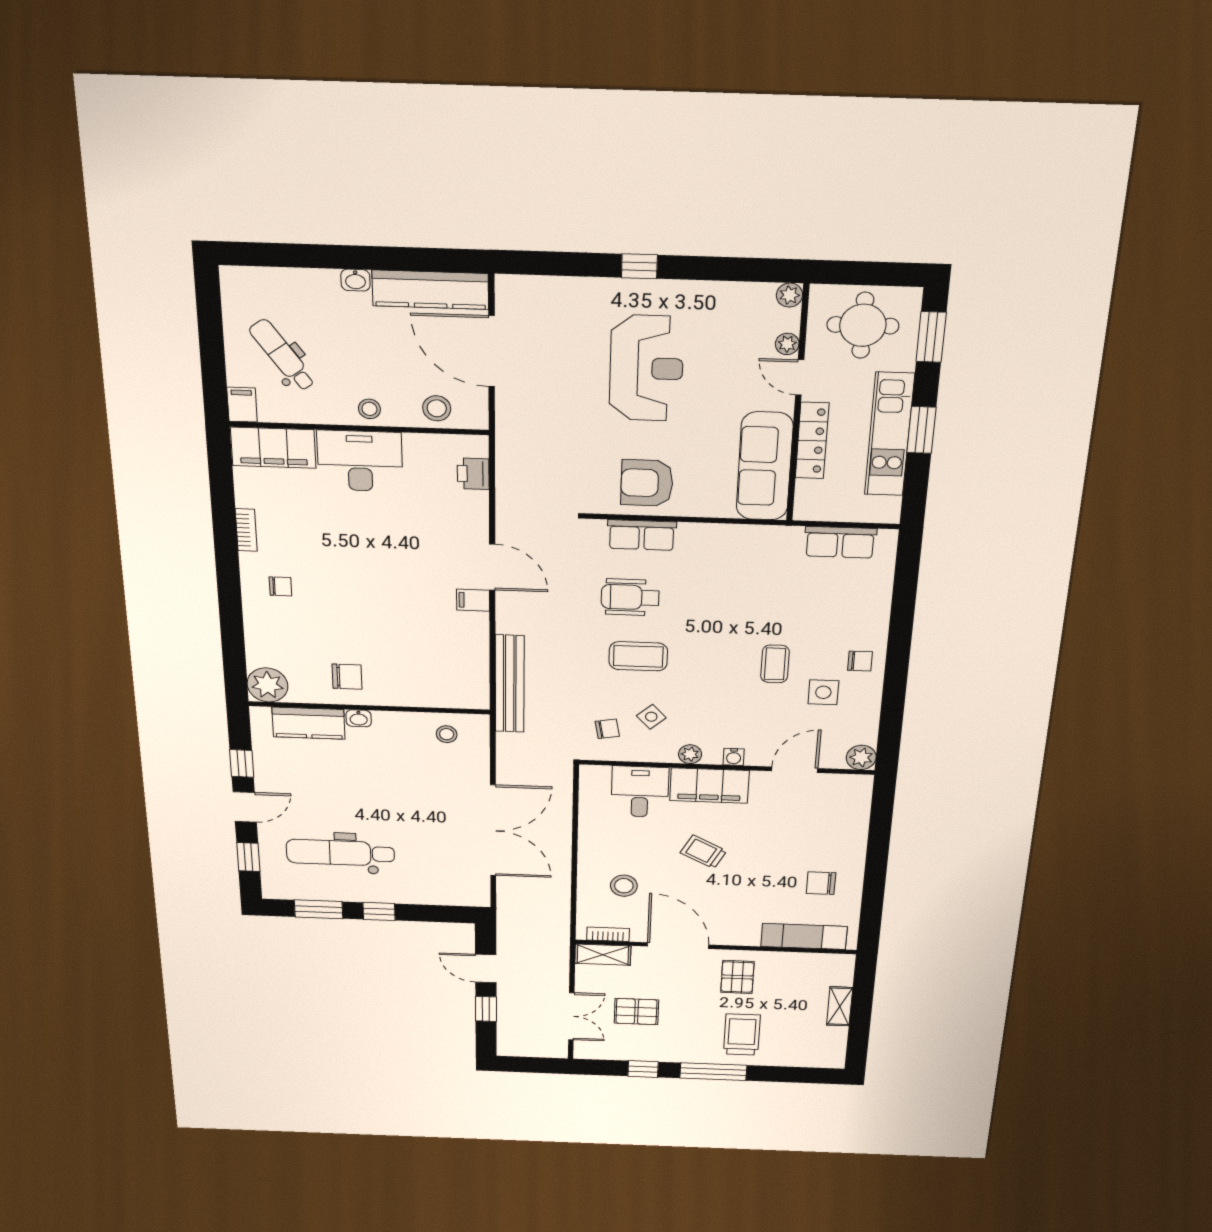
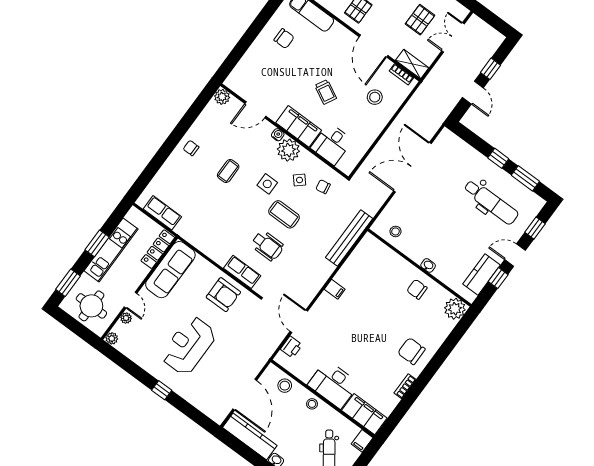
locker: (812, 441) -> (158, 249), moved
door: (492, 567) -> (299, 321), moved
chair: (280, 586) -> (411, 351), width x1.87, depth x1.87
side table: (823, 692) -> (267, 184), moved
kitchen counter: (308, 723) -> (482, 275), moved, turned -90
plant: (690, 754) -> (288, 150), width x1.88, depth x1.88
pallet: (636, 1012) -> (420, 20), turned 90

